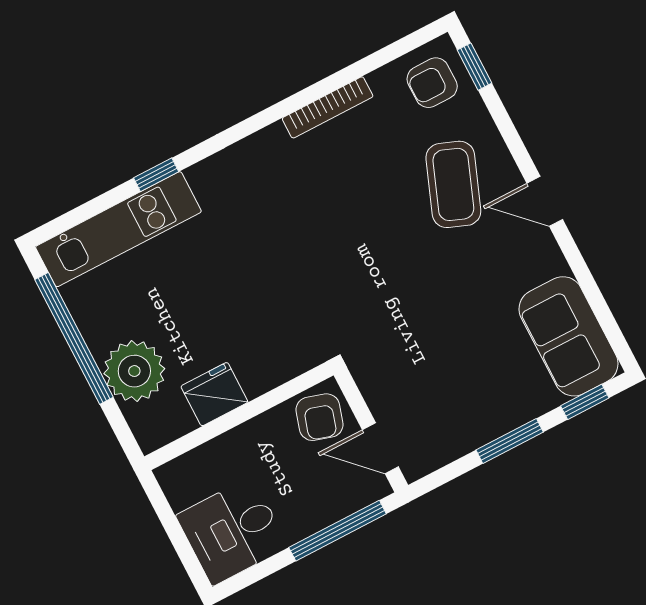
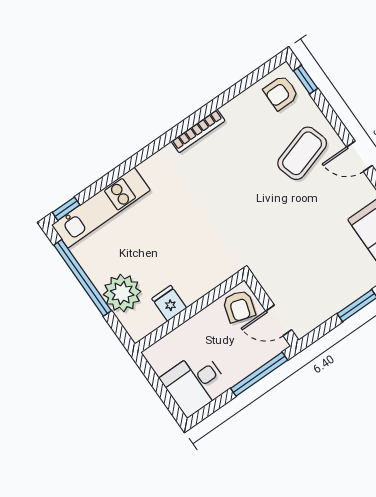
bookcase: (328, 107) -> (198, 131), moved
window: (156, 175) -> (66, 209), moved
coffee table: (453, 184) -> (302, 153), turned 52
fridge: (214, 394) -> (169, 303), width x0.72

